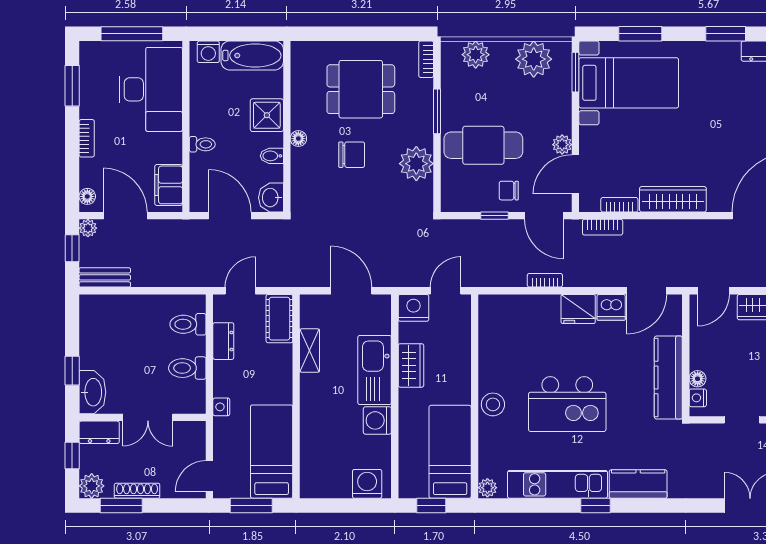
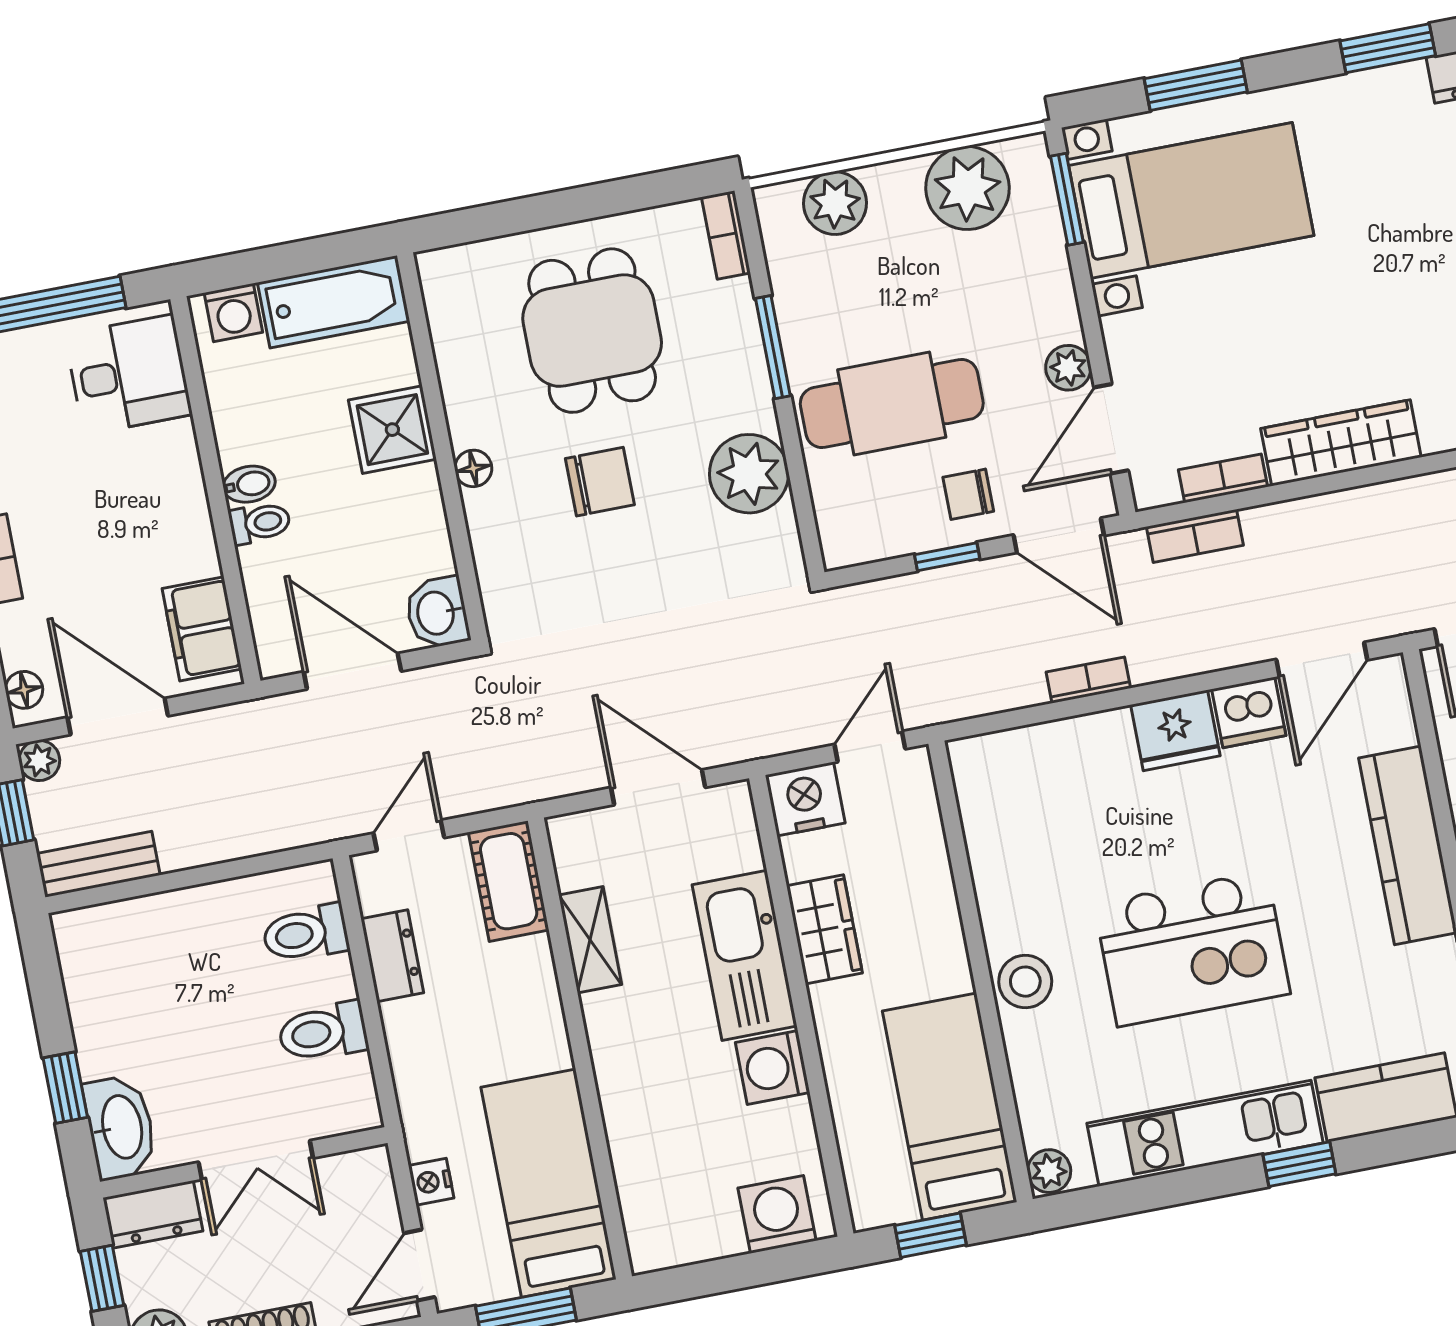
desk: (151, 89) -> (128, 375), width x0.53, depth x0.77
dining table: (361, 89) -> (592, 331), turned 90
bidet: (272, 156) -> (249, 484), moved, turned 180
nightstand: (221, 407) -> (431, 1182), moved

